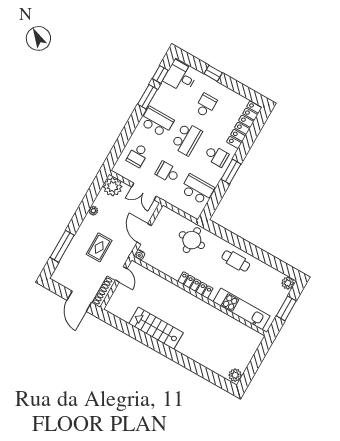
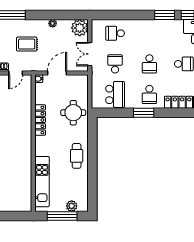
school desk: (157, 122) -> (149, 33), removed
school desk: (187, 139) -> (149, 64), width x0.54
plant: (288, 283) -> (72, 206), moved
locker: (195, 285) -> (40, 120), moved
window: (286, 308) -> (62, 216), width x1.44

